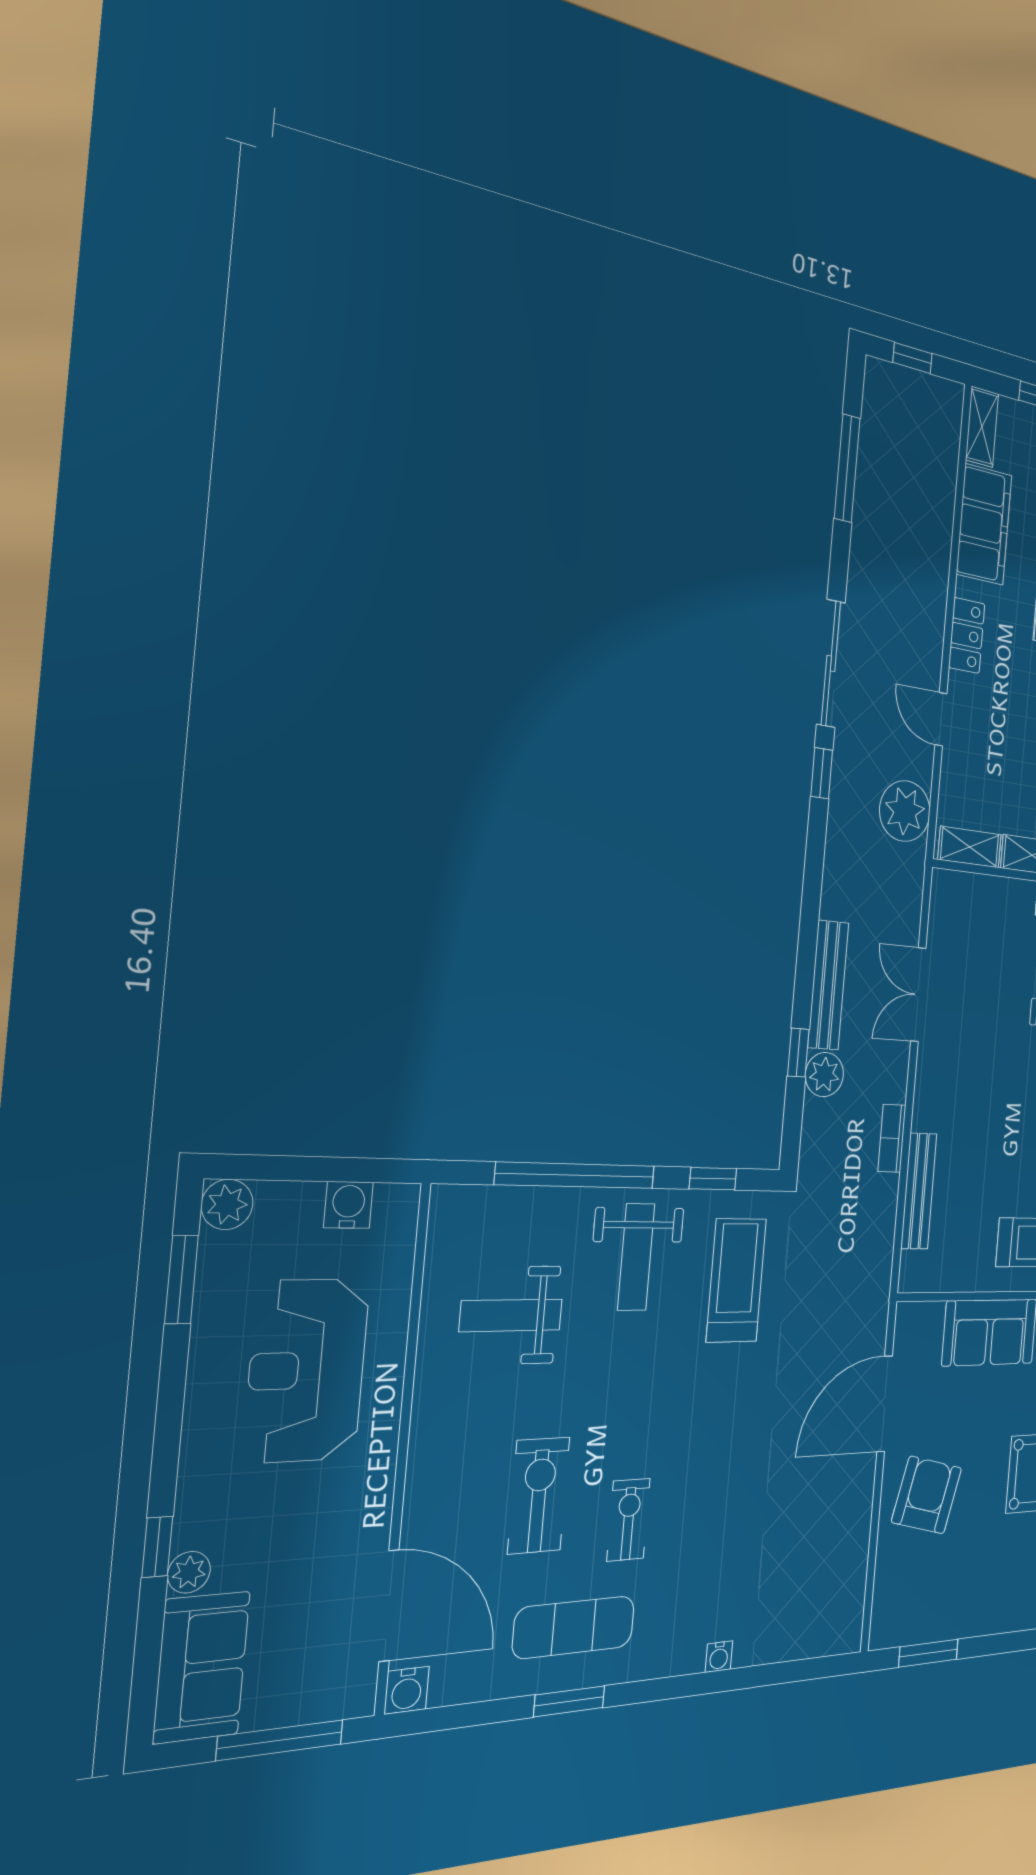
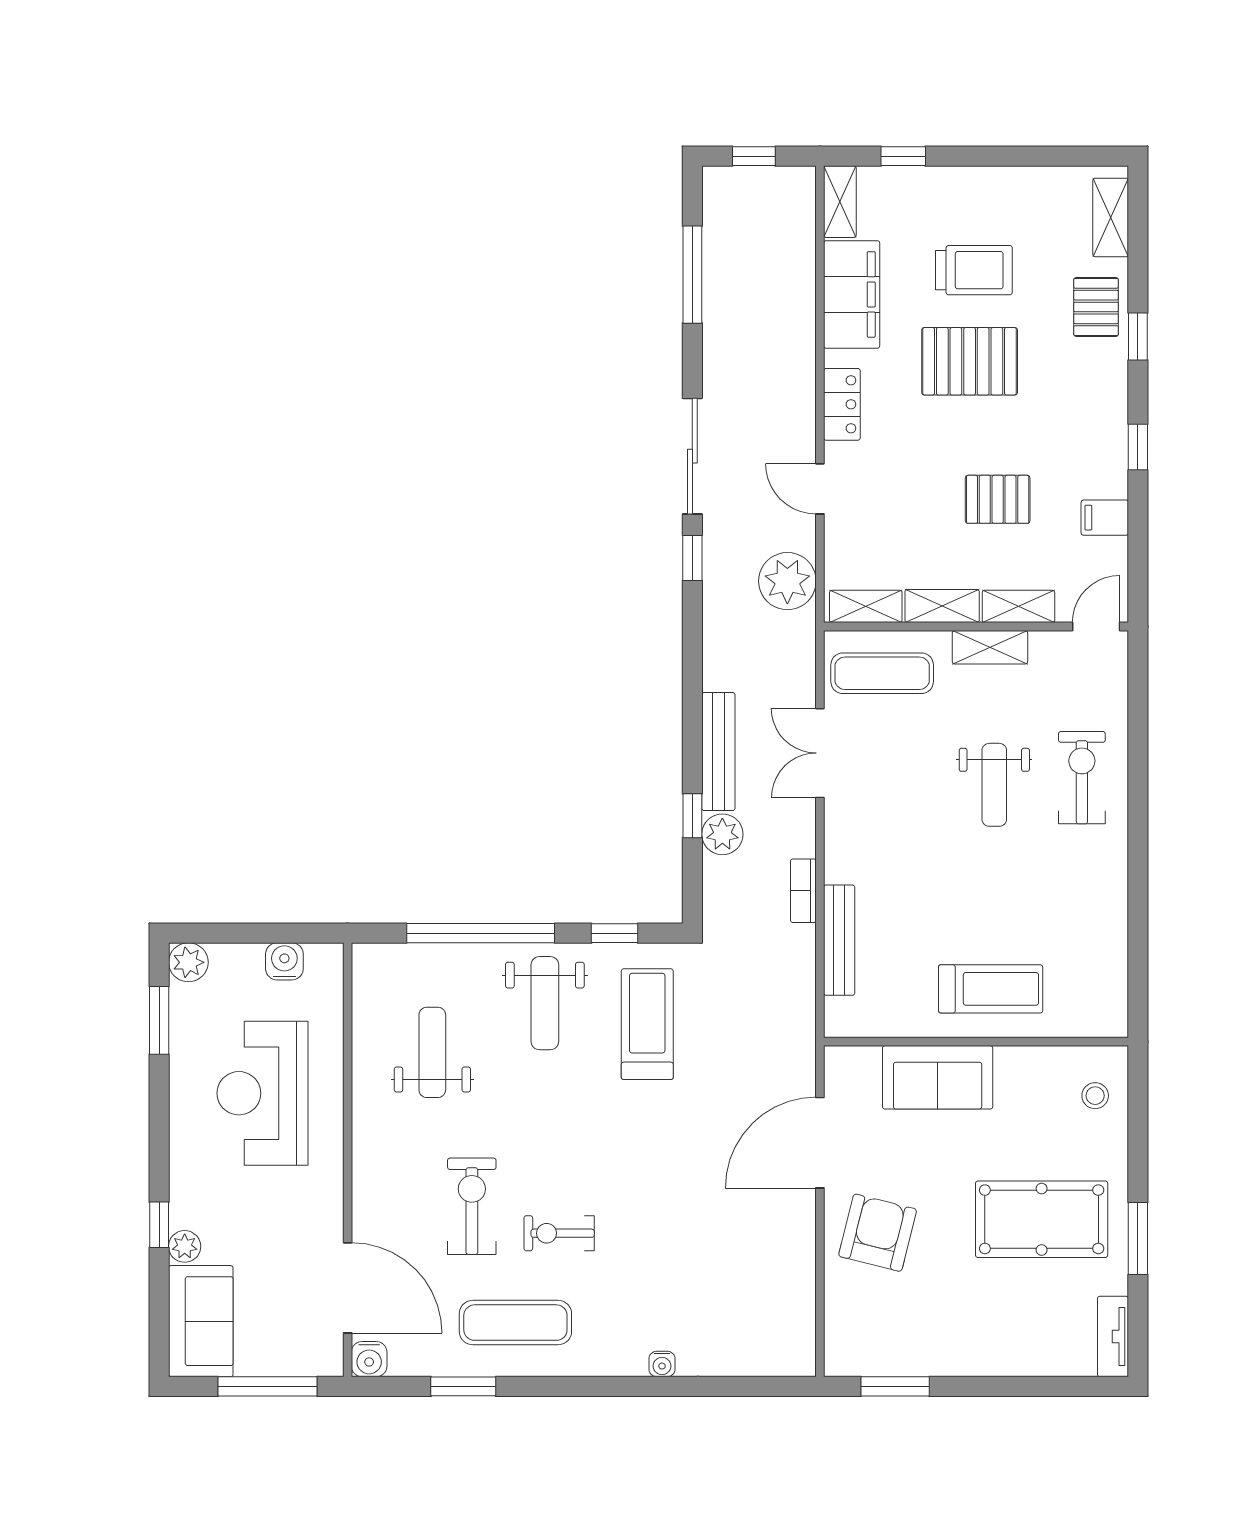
exercise mat: (978, 917) -> (882, 673), added
weight bench: (511, 1315) -> (432, 1052), turned 90
exercise bike: (628, 1520) -> (559, 1233), turned -90
window: (569, 1701) -> (463, 1386), moved

